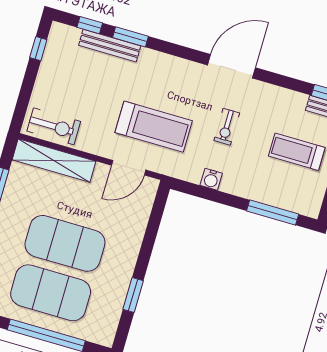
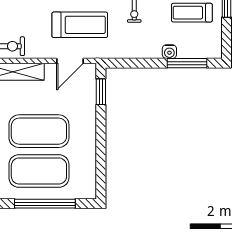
water cooler: (211, 179) -> (169, 52), moved
window: (133, 295) -> (101, 92), moved

